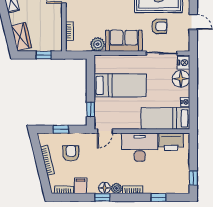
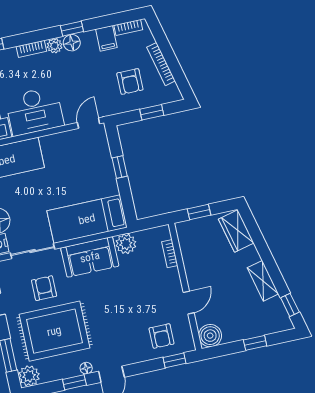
armchair: (159, 26) -> (44, 288), turned 90
bed: (120, 85) -> (87, 219), moved
window: (90, 110) -> (120, 167), moved

